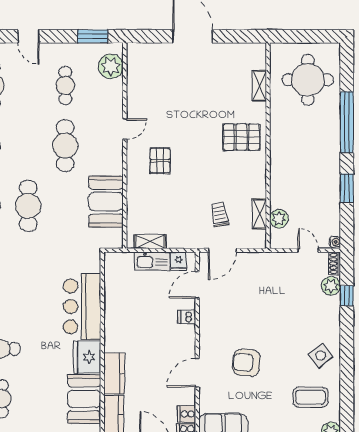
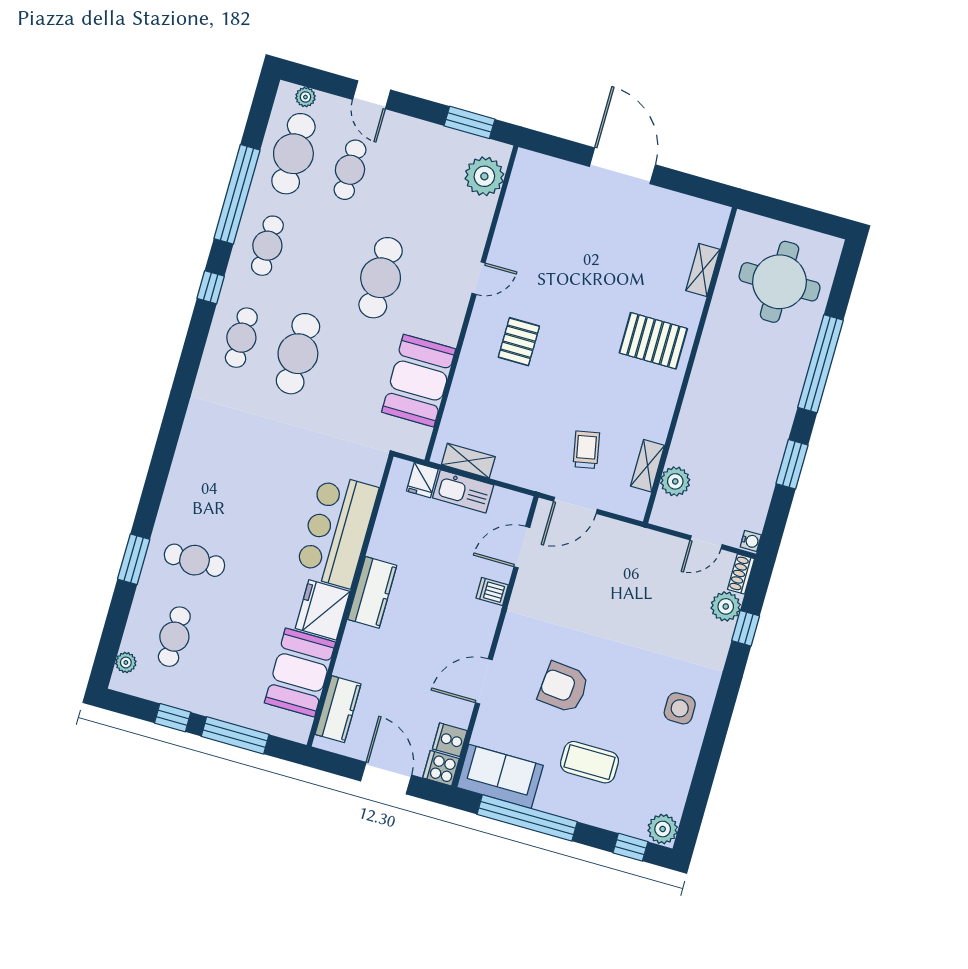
cafe table: (65, 85) -> (350, 170), moved
door: (308, 250) -> (706, 542), swing flipped
fridge: (179, 261) -> (422, 480), moved
side table: (321, 355) -> (680, 708), turned 38
kitchen counter: (114, 373) -> (372, 592), moved
coffee table: (311, 397) -> (589, 762), moved

